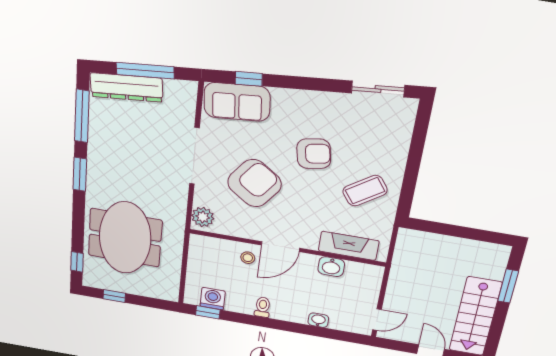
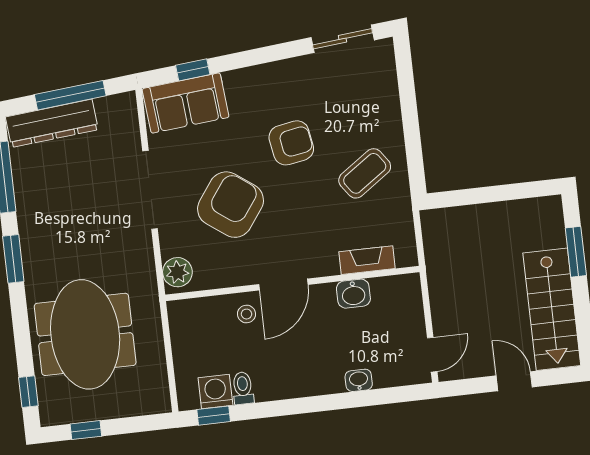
fireplace: (349, 246) -> (367, 260), width x0.73, depth x0.76
toilet: (263, 307) -> (243, 388), moved

